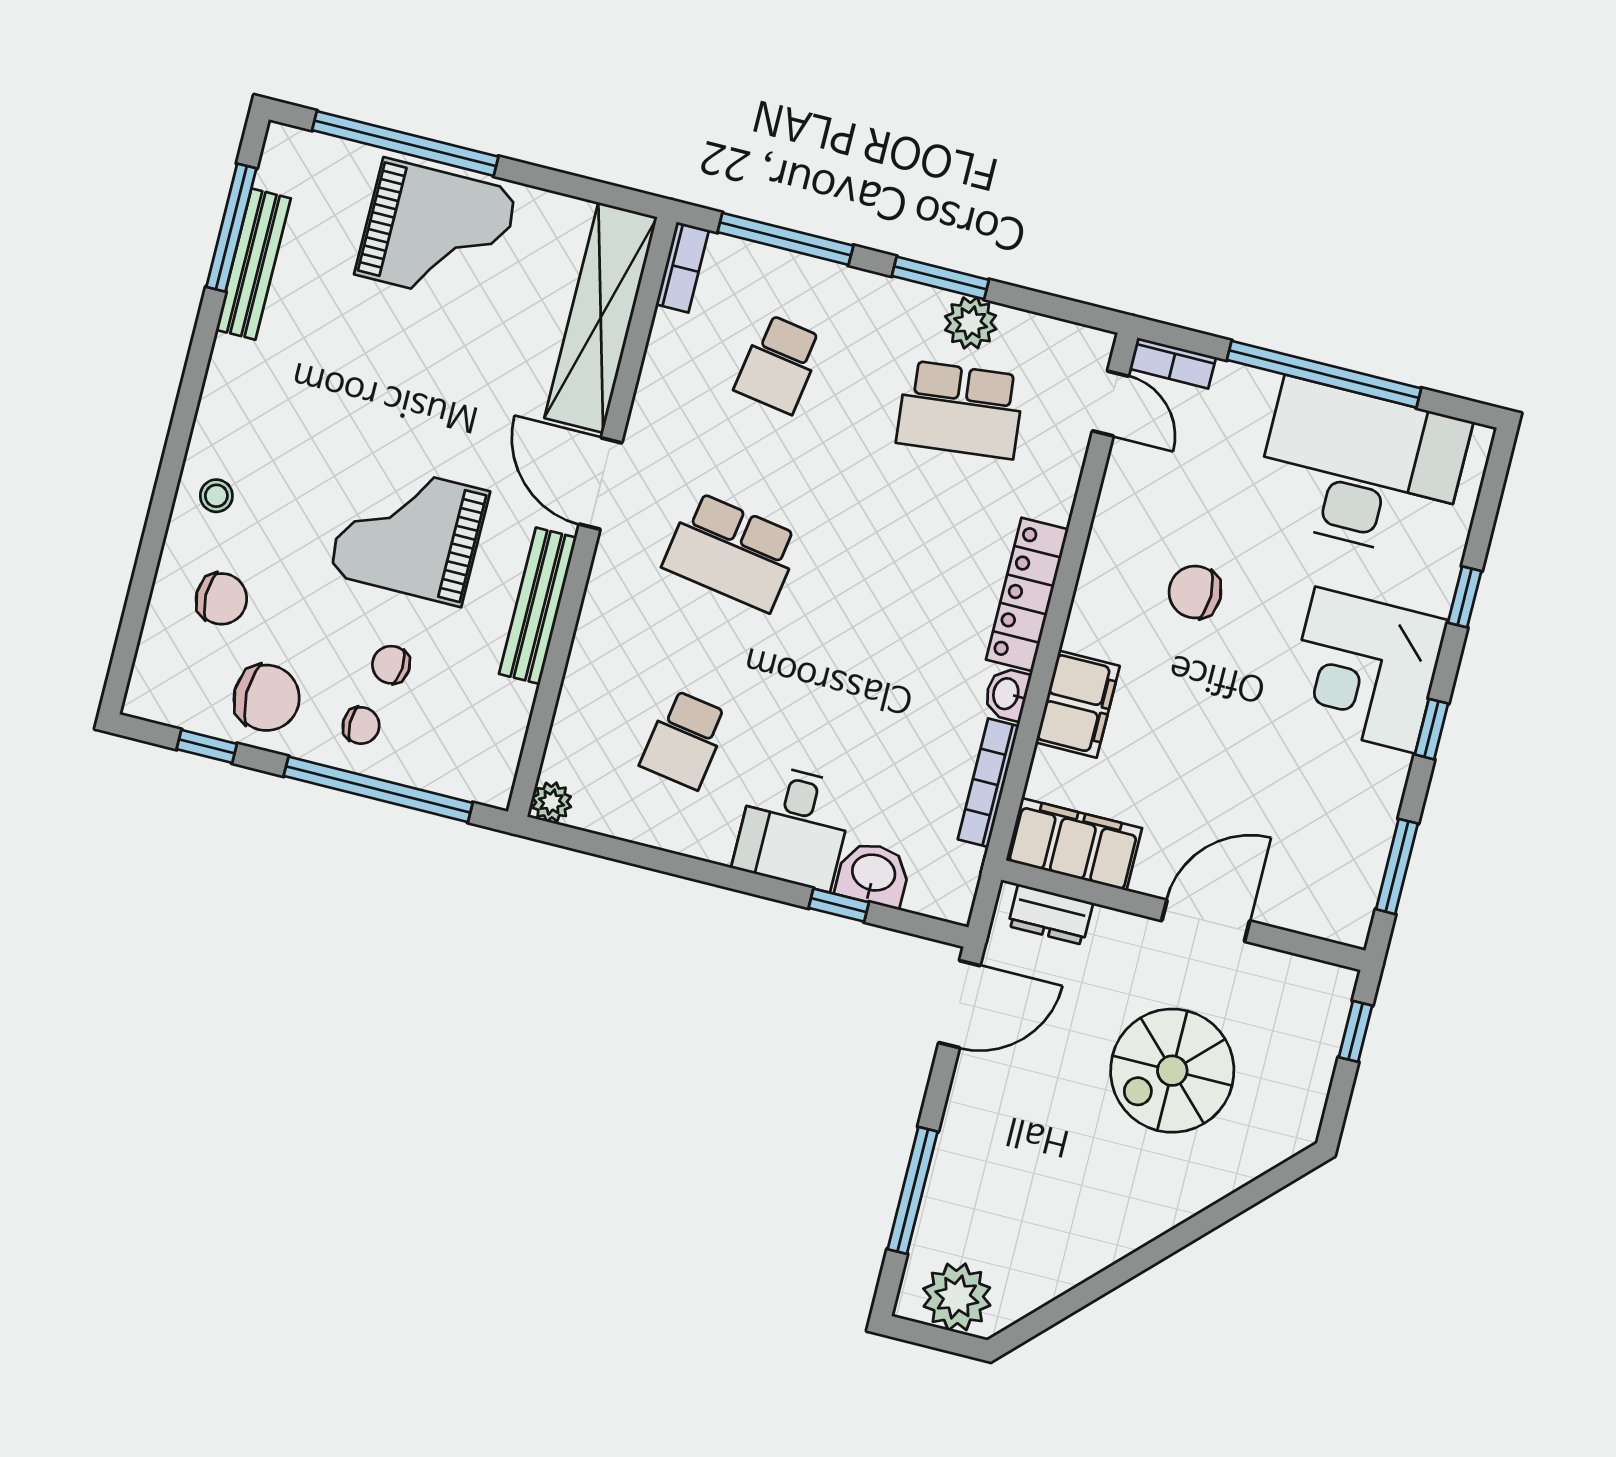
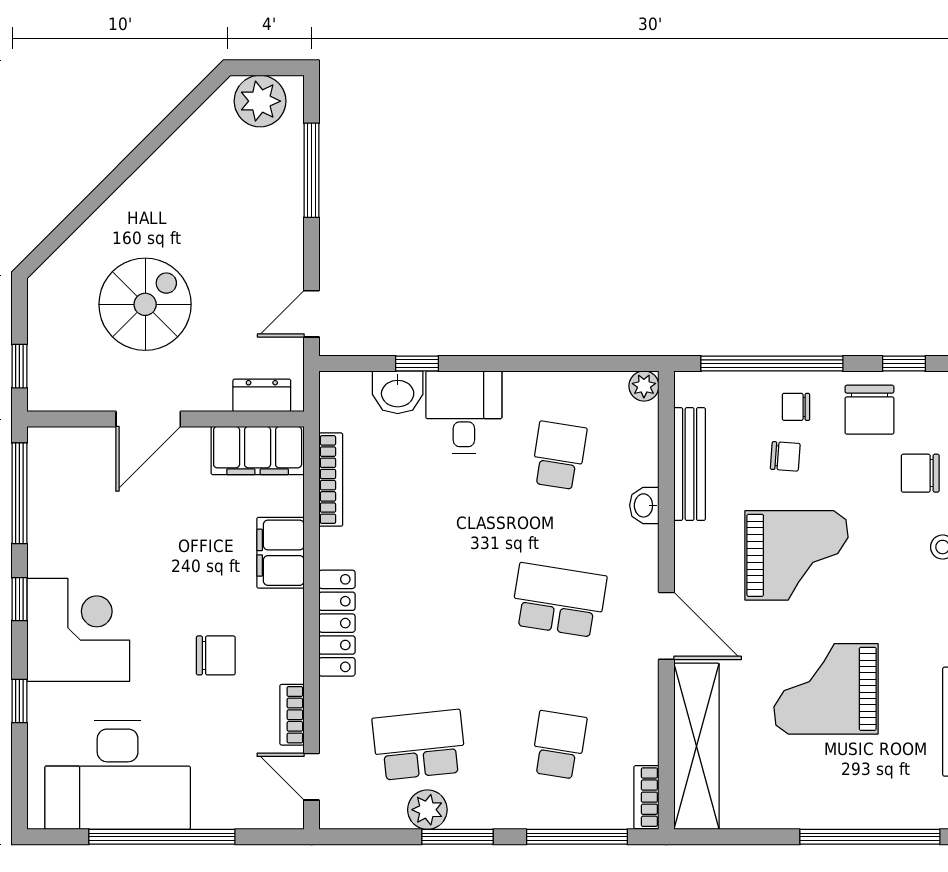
grand piano: (436, 233) -> (826, 689), moved
bookcase: (1173, 363) -> (292, 715), moved, turned -90
bench: (538, 606) -> (690, 464), moved
washbasin: (1007, 694) -> (644, 505), moved, turned 180
chair: (267, 698) -> (869, 410), turned -90
window: (1397, 866) -> (19, 493), width x1.44
door: (959, 1004) -> (311, 314), width x0.73

